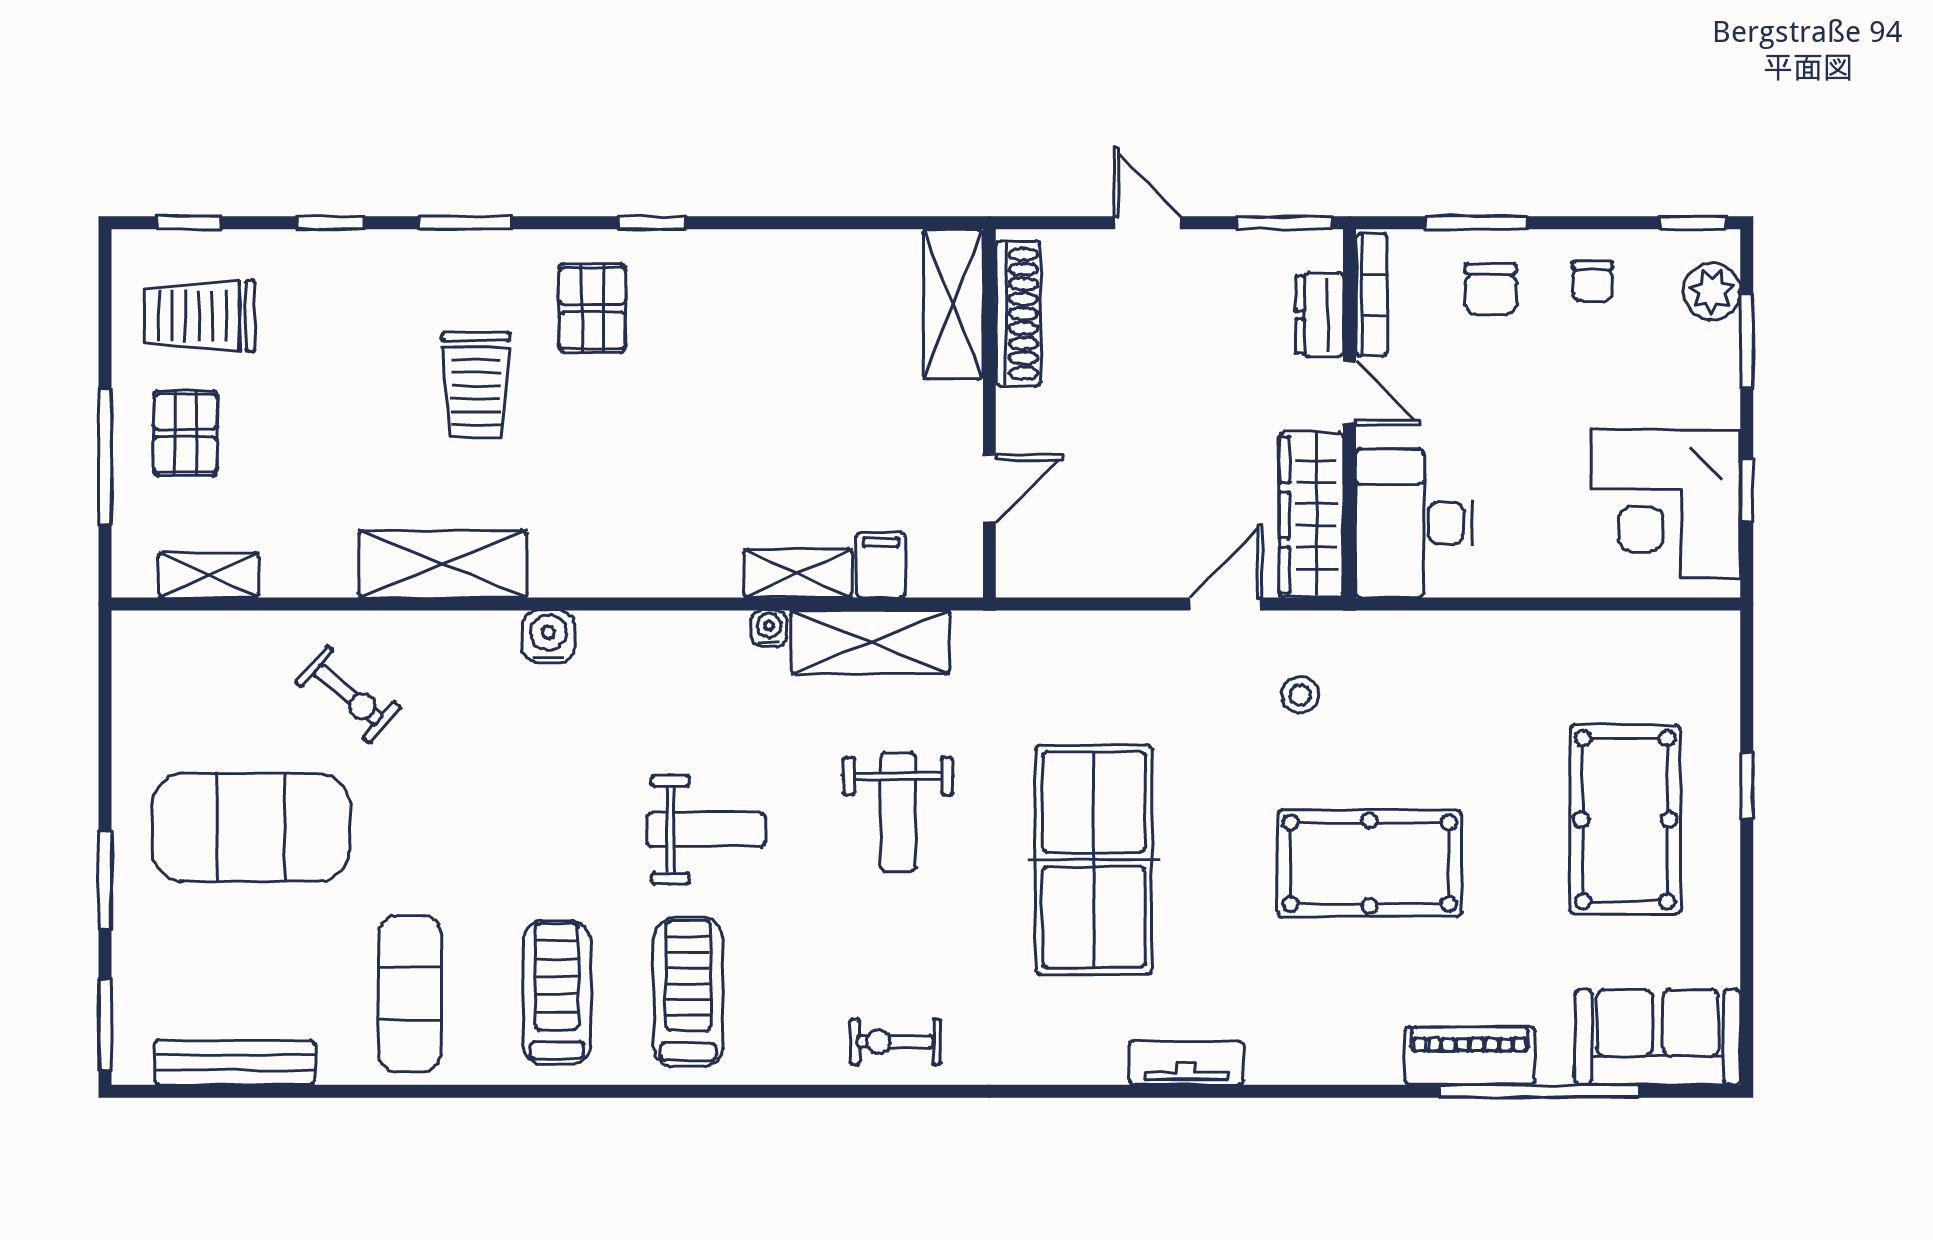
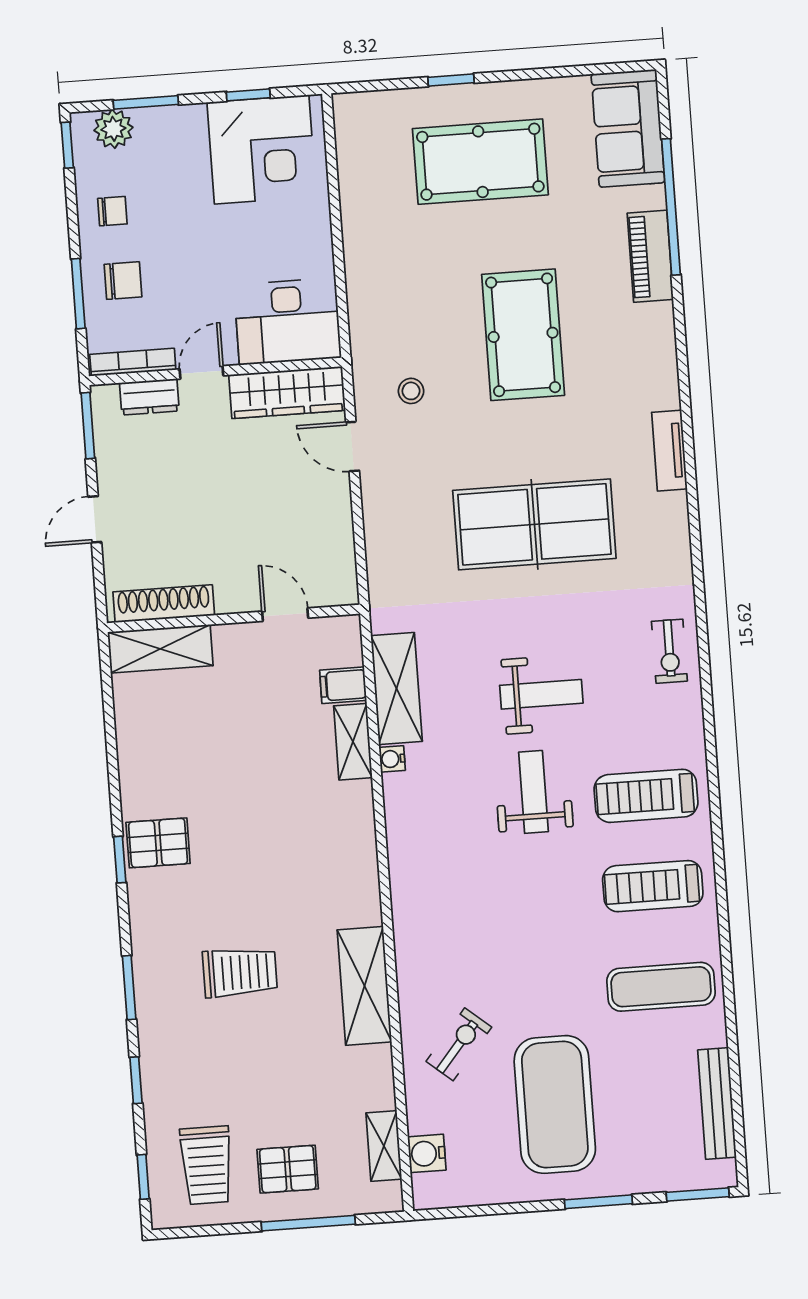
pallet: (592, 308) -> (158, 843), moved
water cooler: (548, 637) -> (427, 1153), moved
weight bench: (898, 812) -> (541, 694), moved

